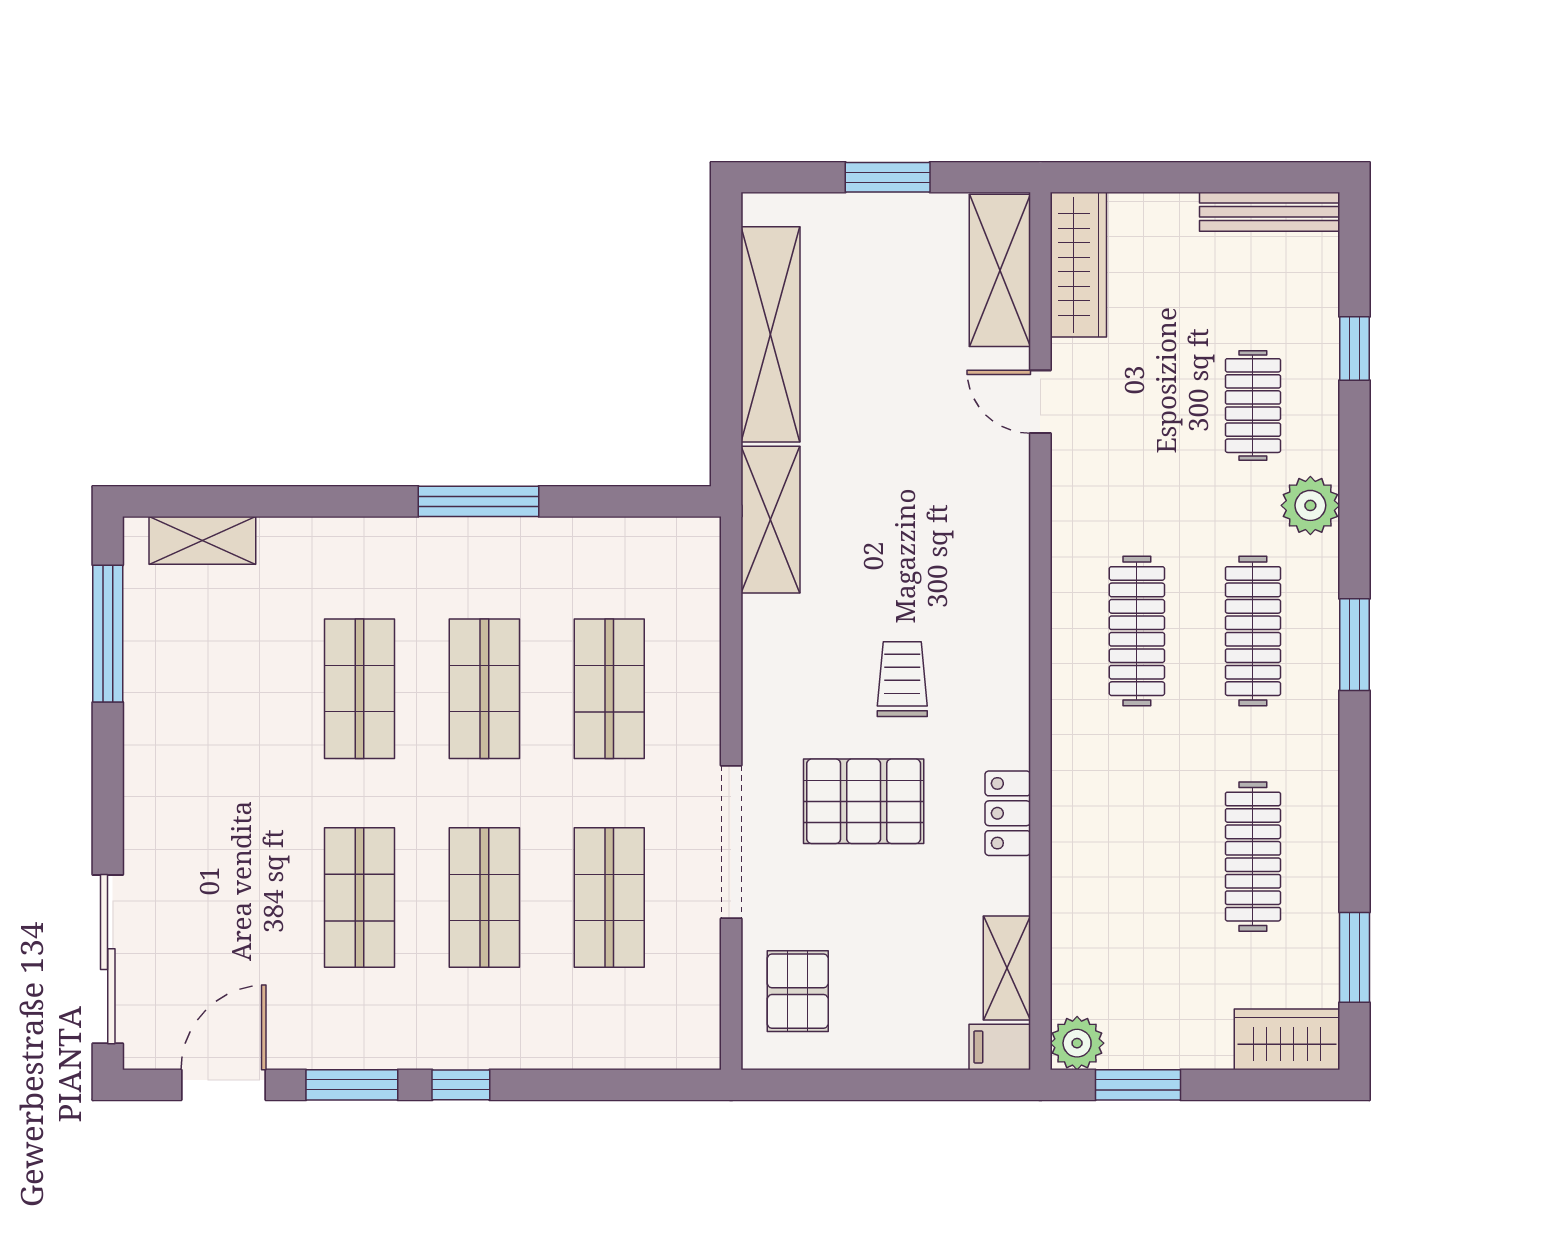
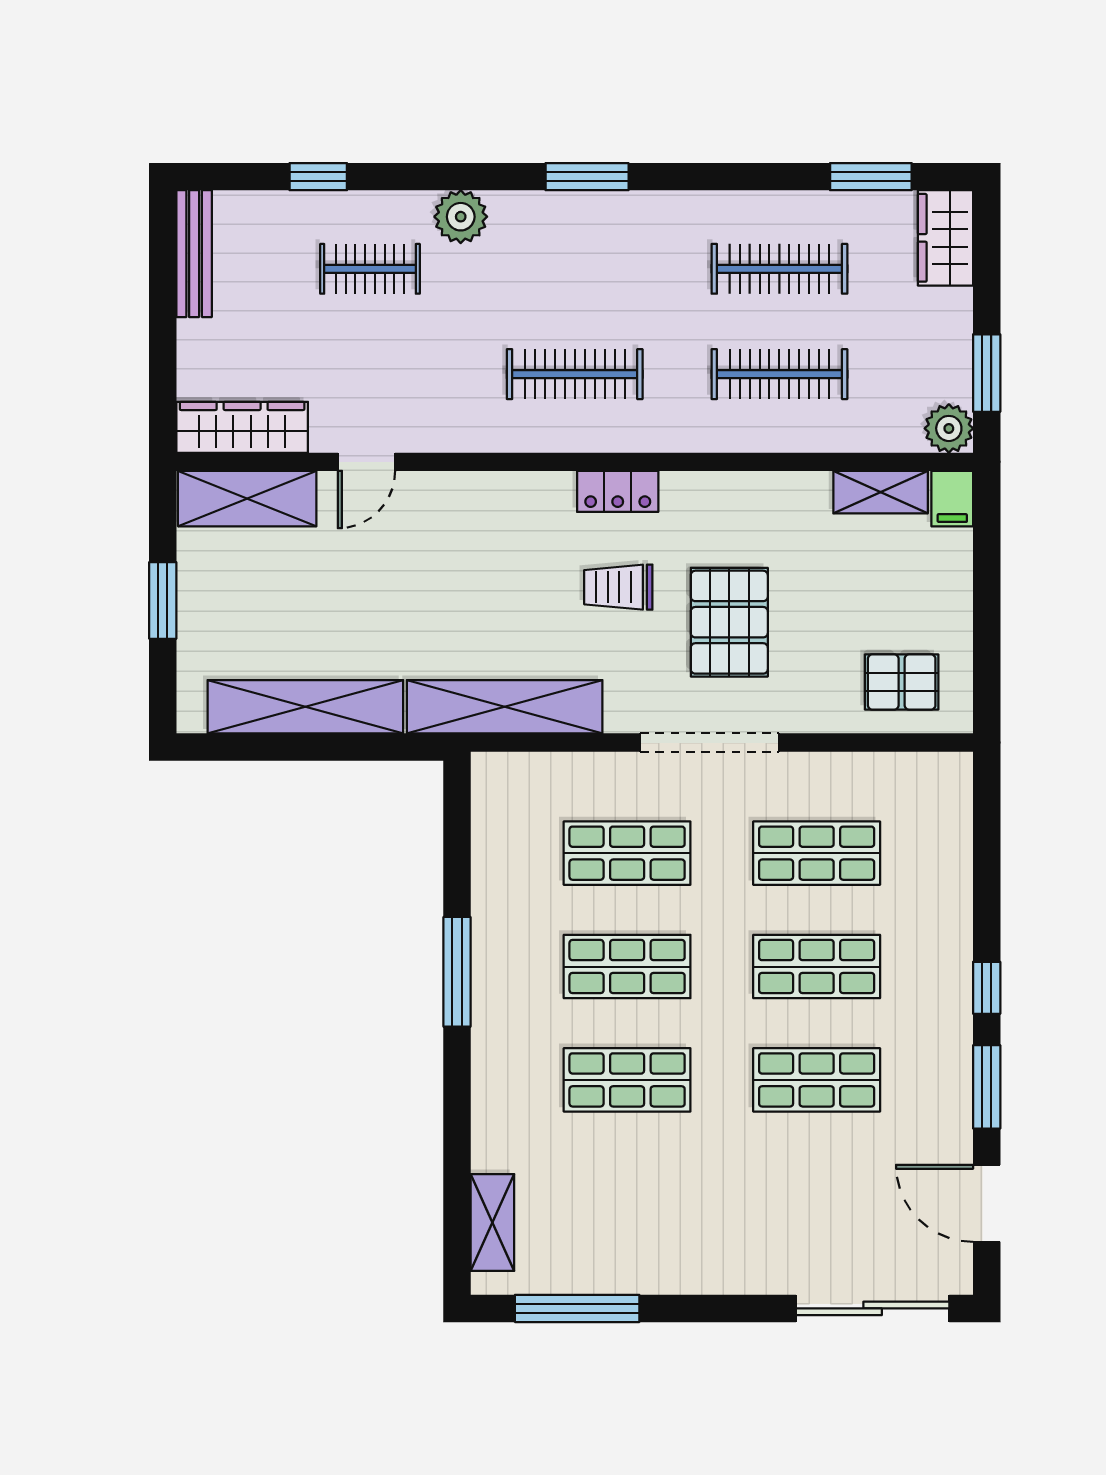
shelving: (770, 520) -> (505, 707), width x1.47
clothes rail: (1253, 631) -> (779, 374), moved
locker: (1008, 813) -> (618, 491), moved
doorway: (731, 842) -> (710, 743), moved

